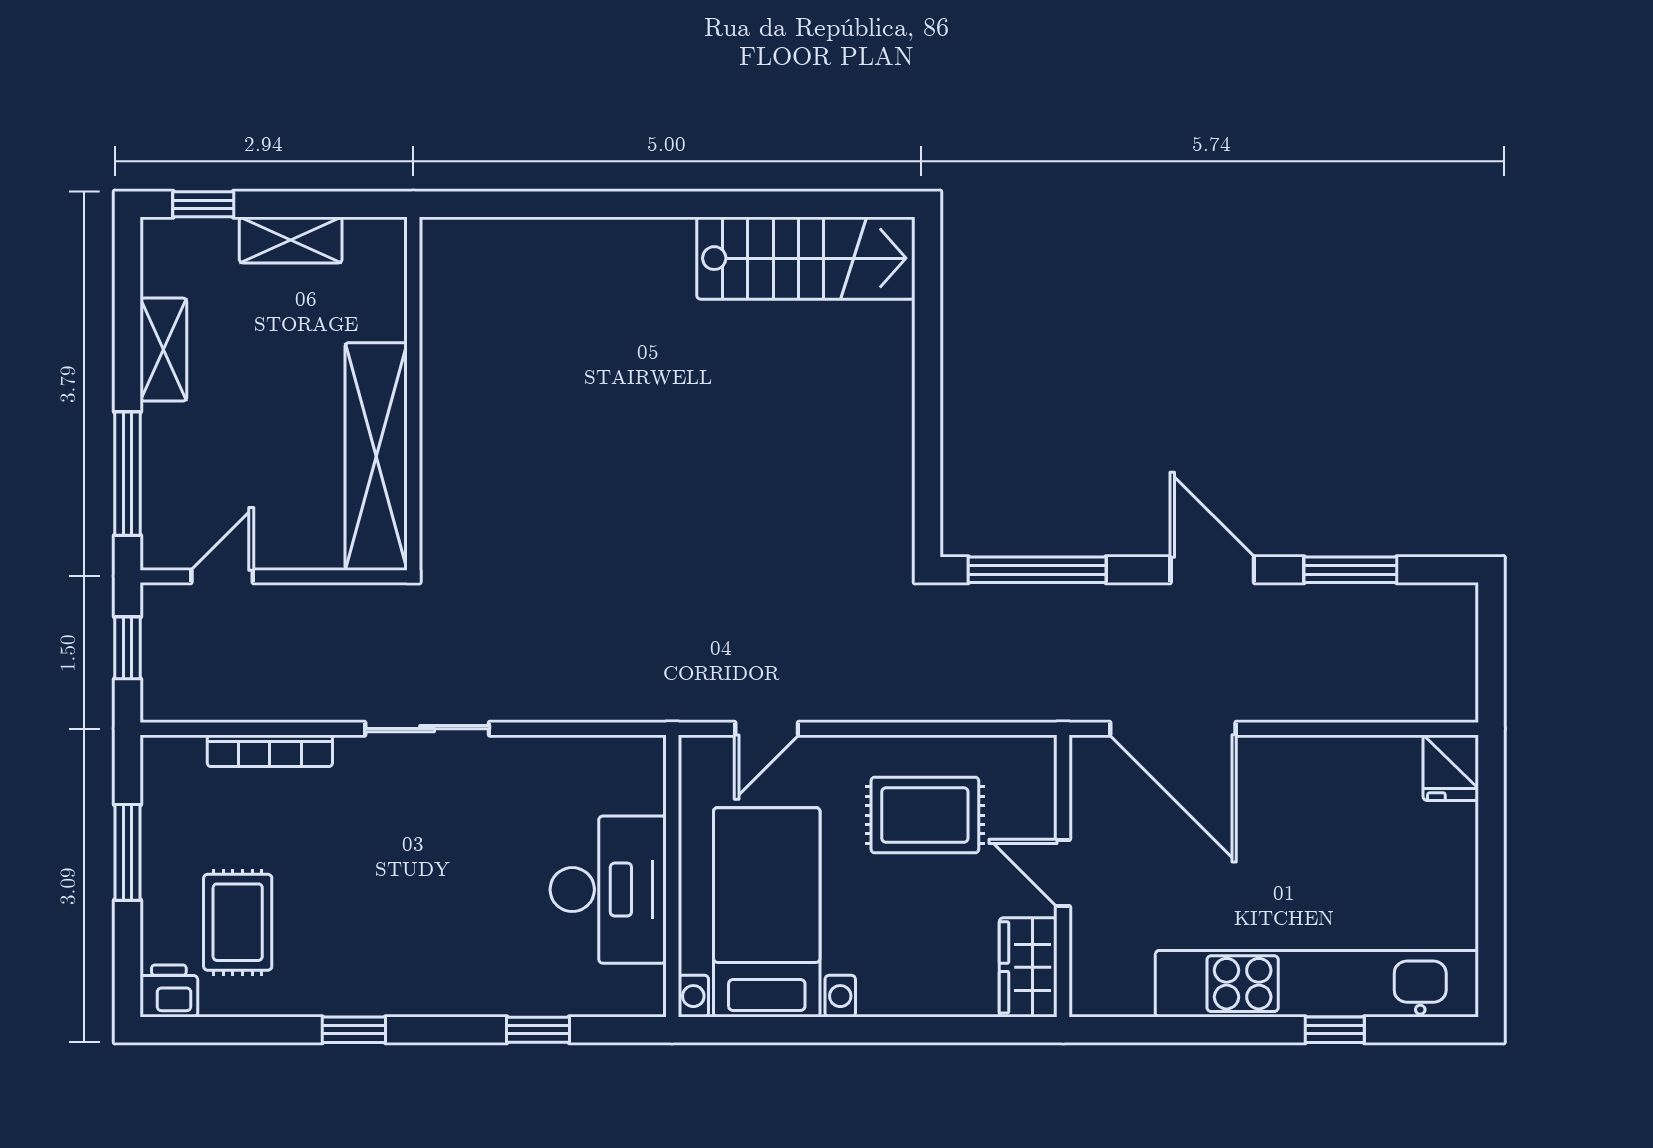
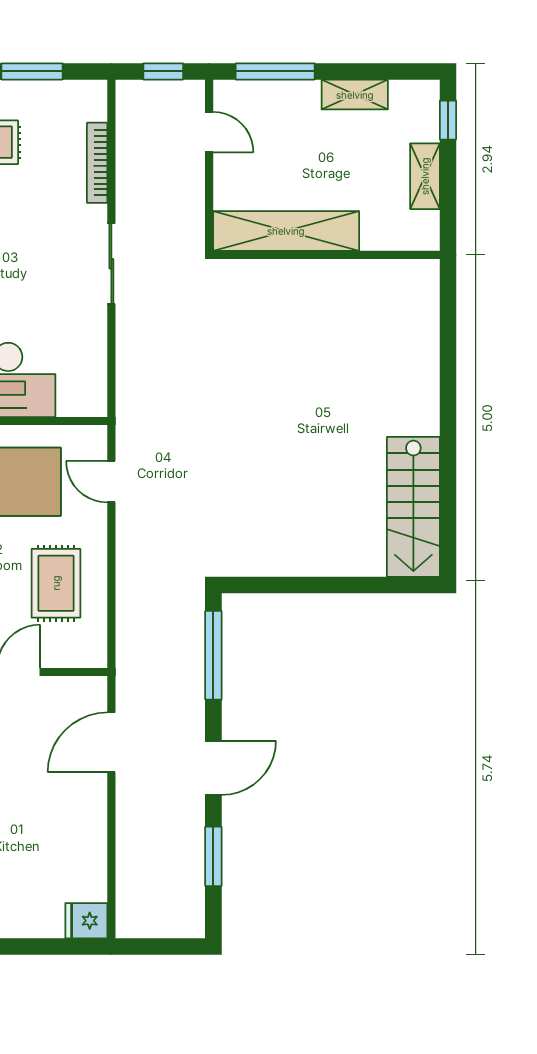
door: (1173, 729) -> (111, 742), width x0.73

